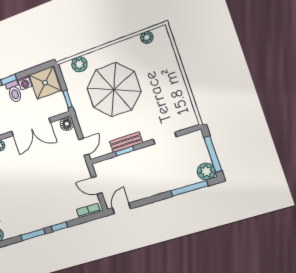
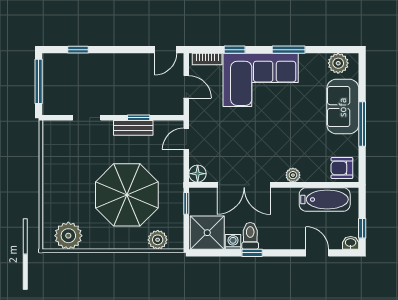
plant: (147, 37) -> (68, 236), width x1.88, depth x1.88
double door: (31, 127) -> (244, 185), swing flipped
plant: (206, 171) -> (53, 64), removed
window: (189, 188) -> (78, 50), width x0.46
corner sofa: (45, 207) -> (261, 80), added
window: (59, 227) -> (235, 50), moved

